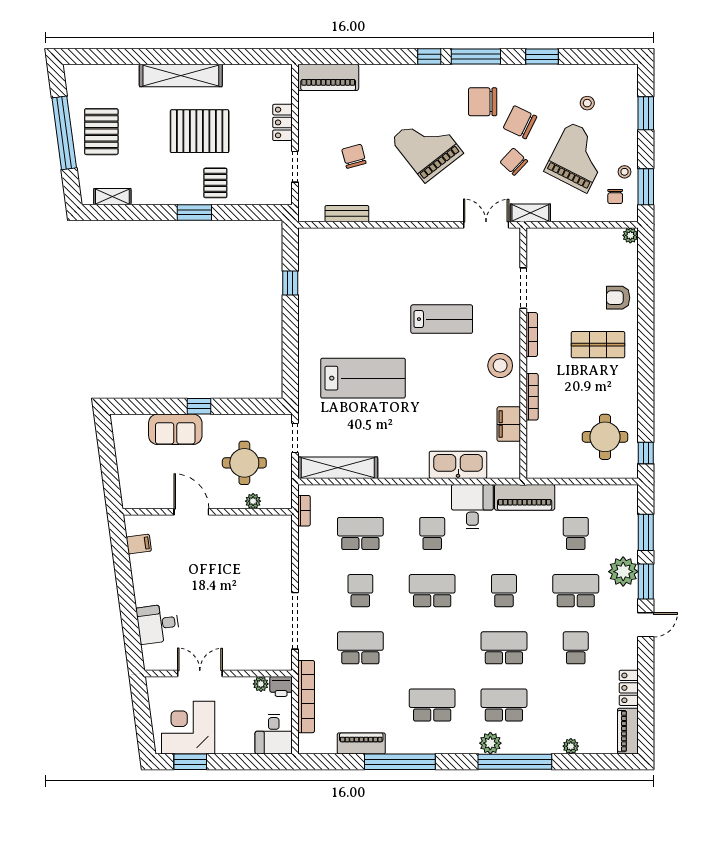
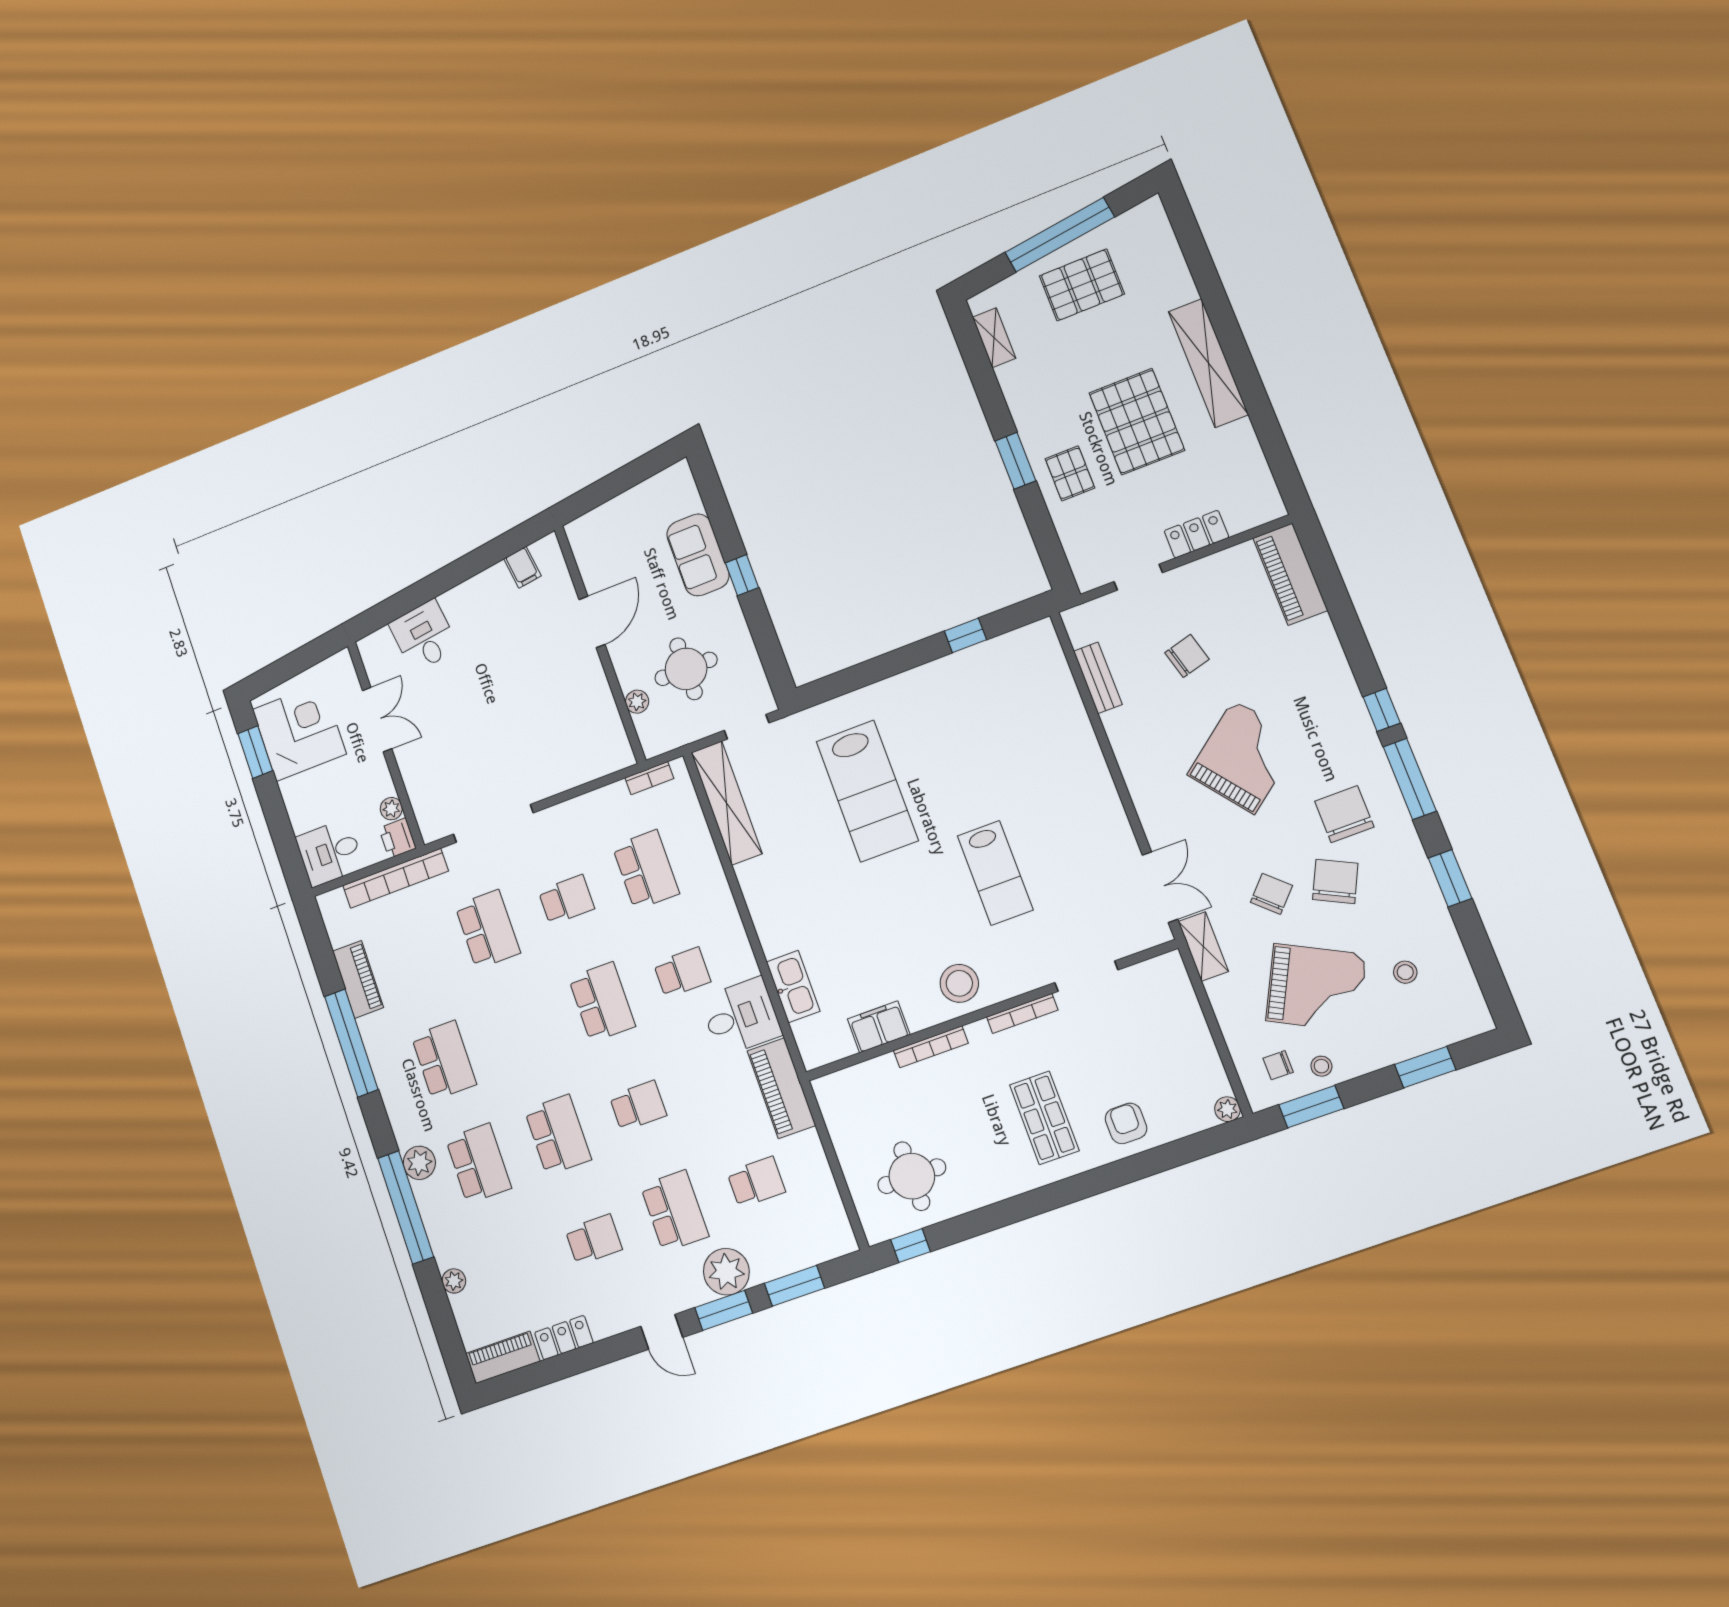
pallet: (215, 183) -> (1070, 473), turned 90
kitchen sink: (458, 465) -> (793, 987), width x0.73, depth x0.81

